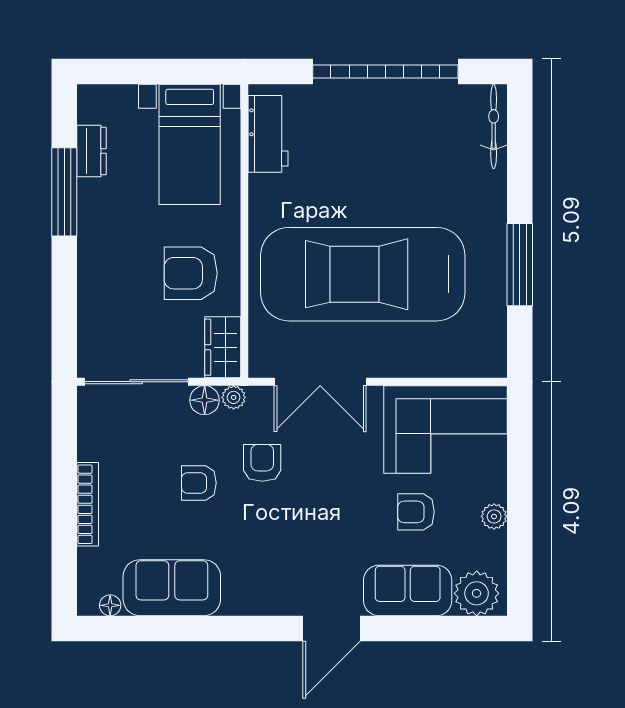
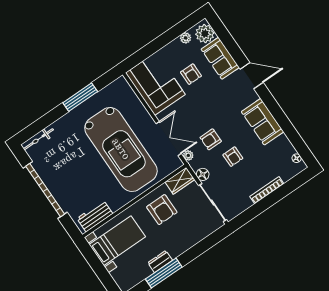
dresser: (92, 151) -> (160, 262), moved
plant: (234, 397) -> (188, 155), moved
plant: (494, 516) -> (186, 38), moved
sofa: (172, 588) -> (262, 122), moved

